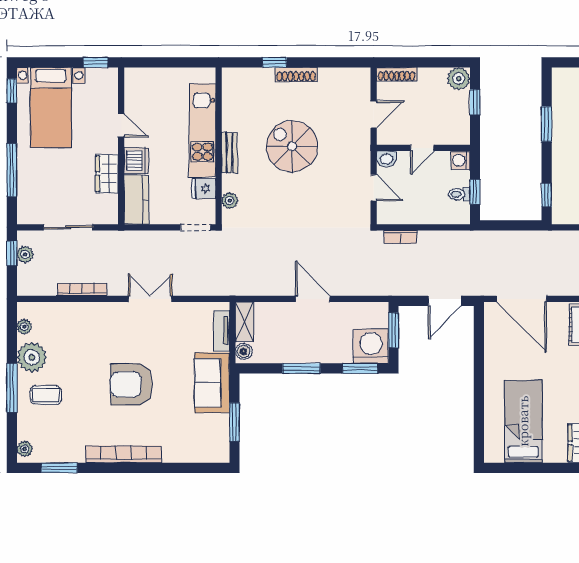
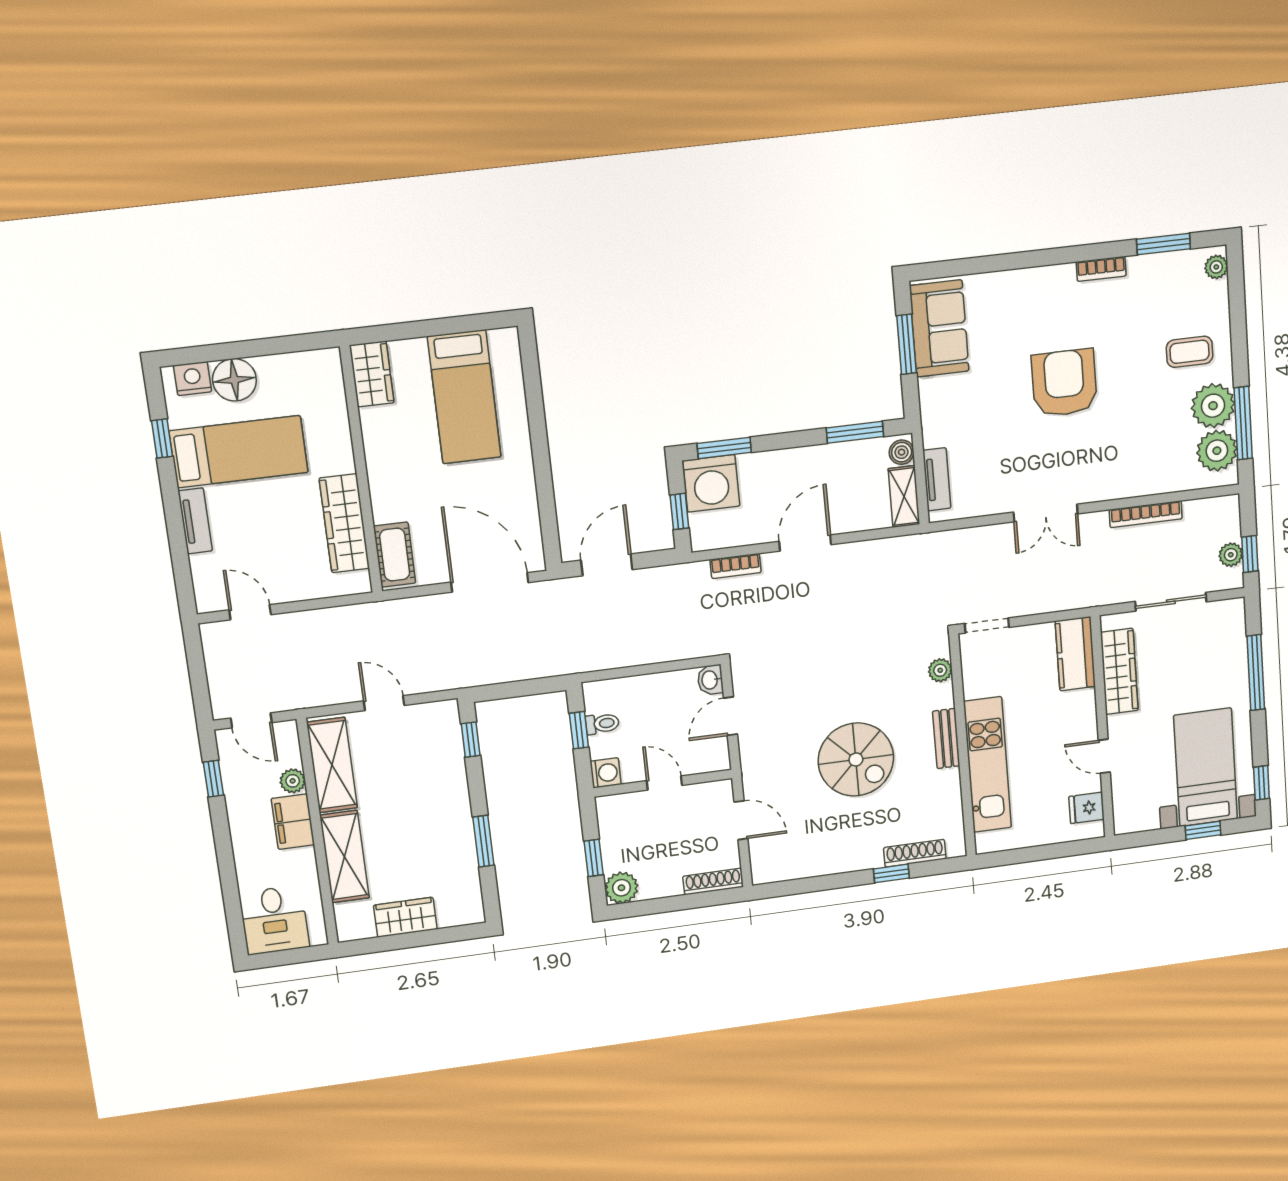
window: (96, 62) -> (1203, 830), moved
shoe rack: (296, 74) -> (915, 853), moved
door: (374, 115) -> (741, 820), swing flipped
door: (422, 148) -> (664, 783), hinge flipped
washbasin: (386, 159) -> (710, 680), moved, turned -90
dishwasher: (136, 161) -> (1079, 709), removed
wardrobe: (107, 174) -> (1119, 671), width x1.50
fridge: (204, 188) -> (1086, 808), moved, turned 180
door: (374, 188) -> (730, 716), hinge flipped
bookcase: (401, 237) -> (736, 566), moved, turned 180
door: (313, 299) -> (805, 543), swing flipped
plant: (24, 327) -> (1217, 451), width x1.88, depth x1.88
window: (393, 330) -> (679, 511), width x0.67
window: (301, 368) -> (855, 432), moved
sofa: (212, 383) -> (939, 328), moved
armchair: (132, 384) -> (1064, 383), turned -90
window: (12, 388) -> (1243, 423), moved
bookcase: (123, 454) -> (1101, 269), width x0.43, depth x0.76

